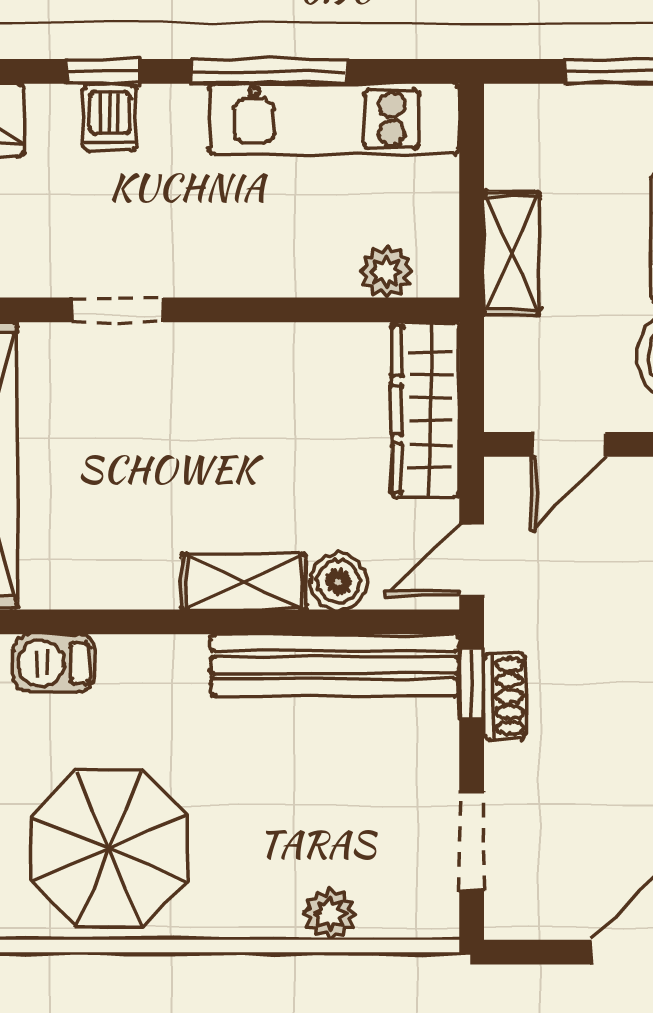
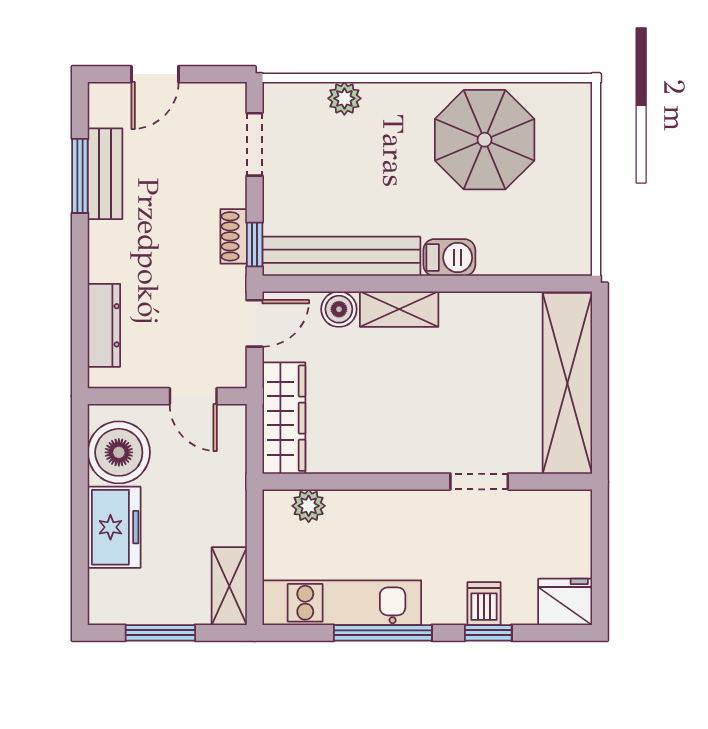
shelving: (511, 253) -> (229, 586), moved
door: (568, 444) -> (193, 396), swing flipped
barbecue: (54, 663) -> (449, 258), moved

